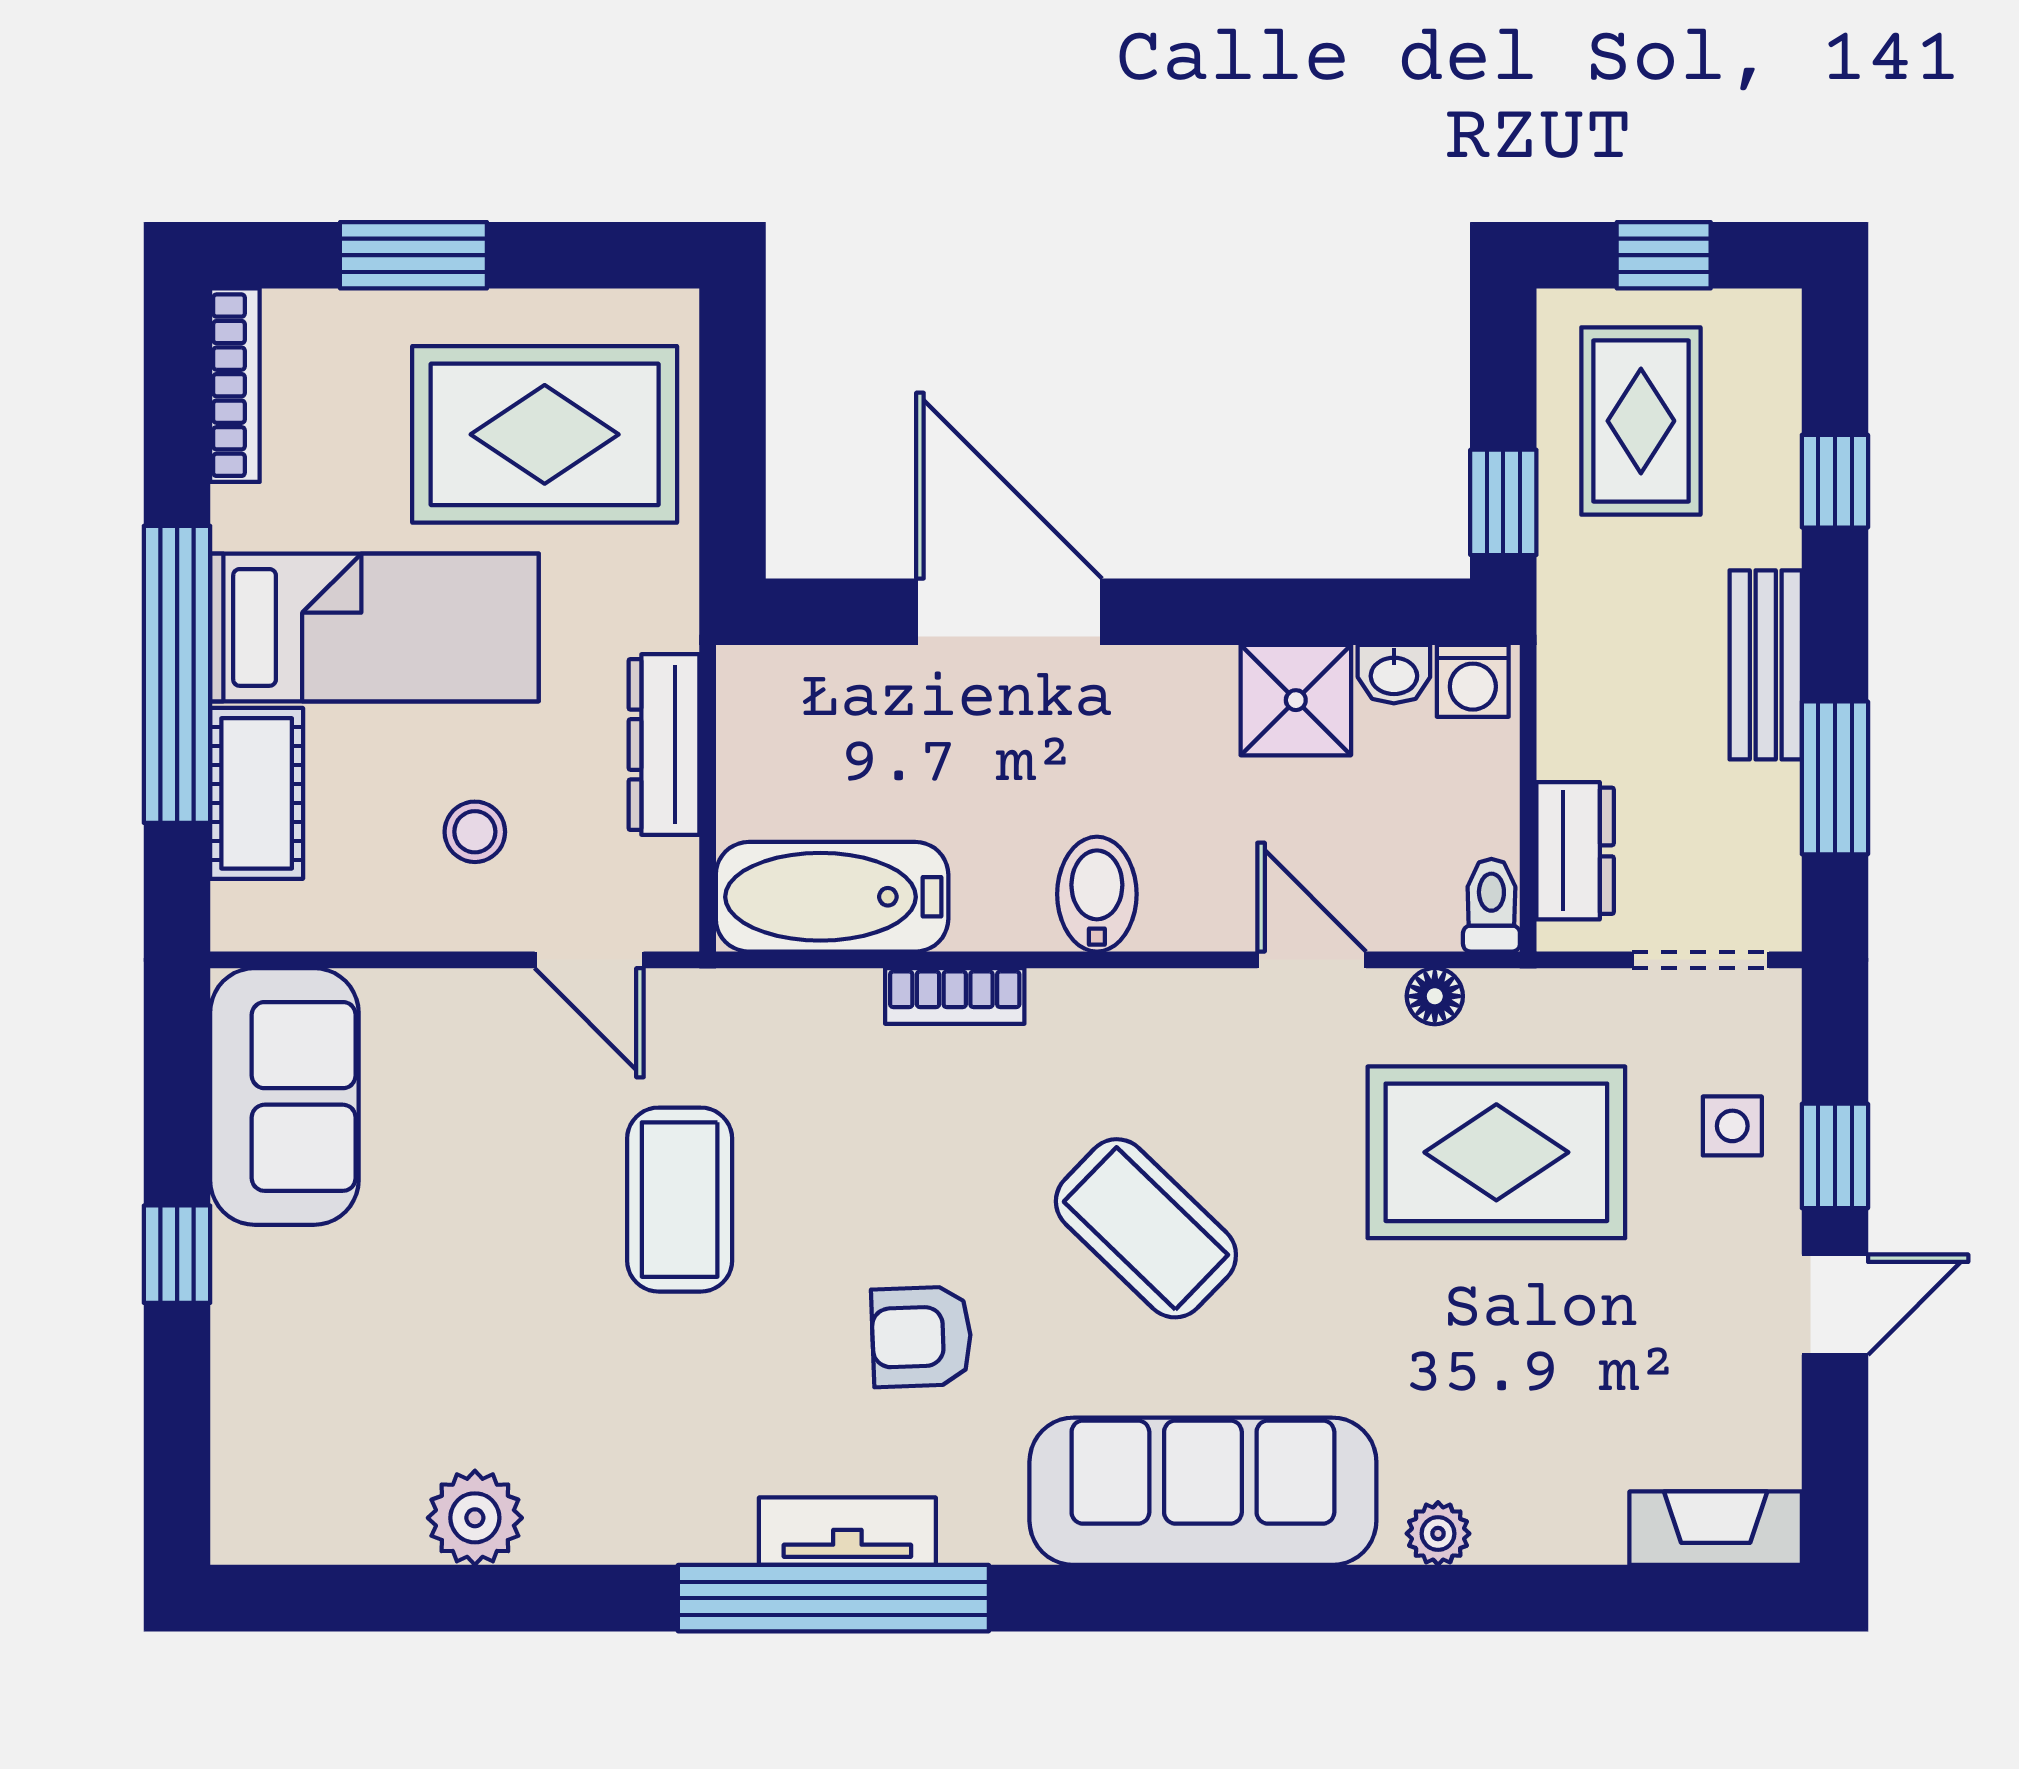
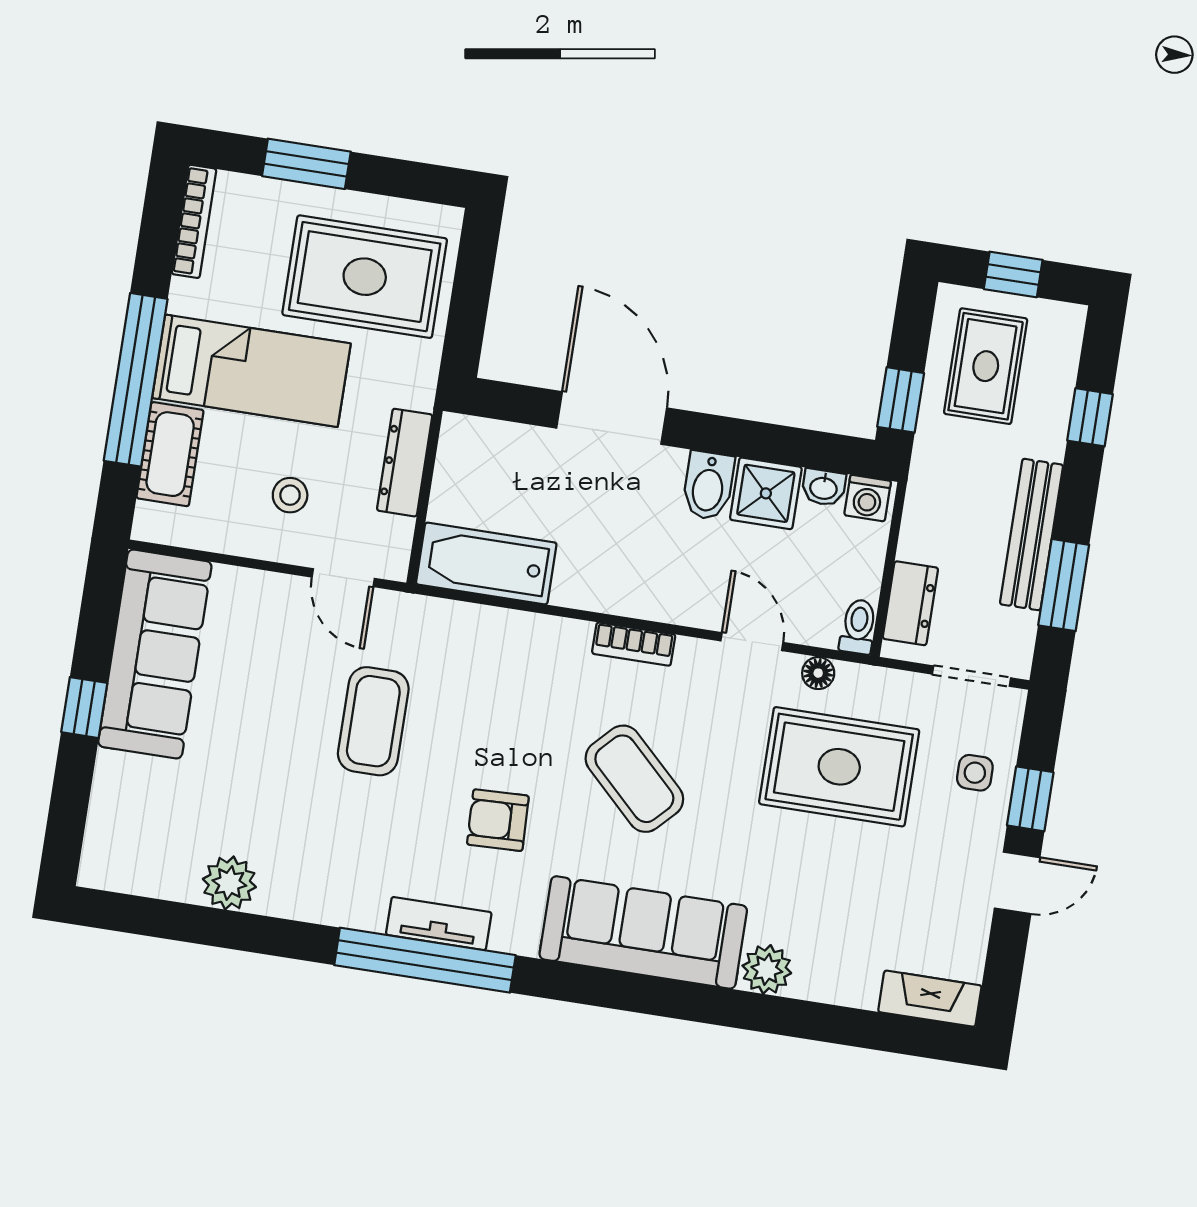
bench: (1766, 665) -> (1032, 535), width x1.36
bidet: (1097, 894) -> (708, 486), moved, turned 180
bookcase: (955, 996) -> (634, 644), moved
sofa: (284, 1096) -> (155, 654), width x1.36
plant: (1438, 1534) -> (767, 969), width x1.38, depth x1.38

